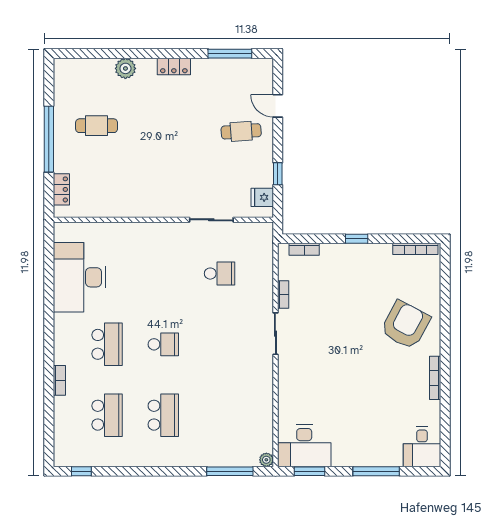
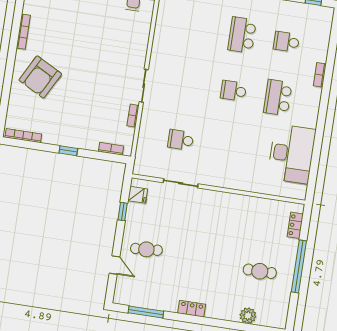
plant: (125, 68) -> (248, 316), moved
school desk: (107, 415) -> (286, 42), width x0.54

